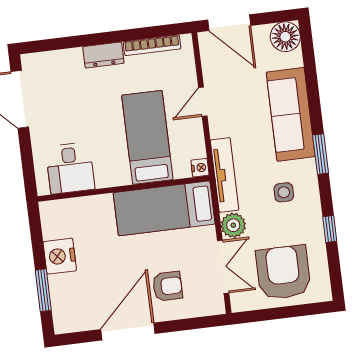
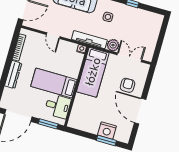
dresser: (103, 55) -> (13, 75), width x1.44
bed: (147, 137) -> (54, 83), moved
window: (28, 164) -> (48, 124), added
nightstand: (60, 256) -> (107, 131), moved
armchair: (283, 272) -> (143, 32), removed

